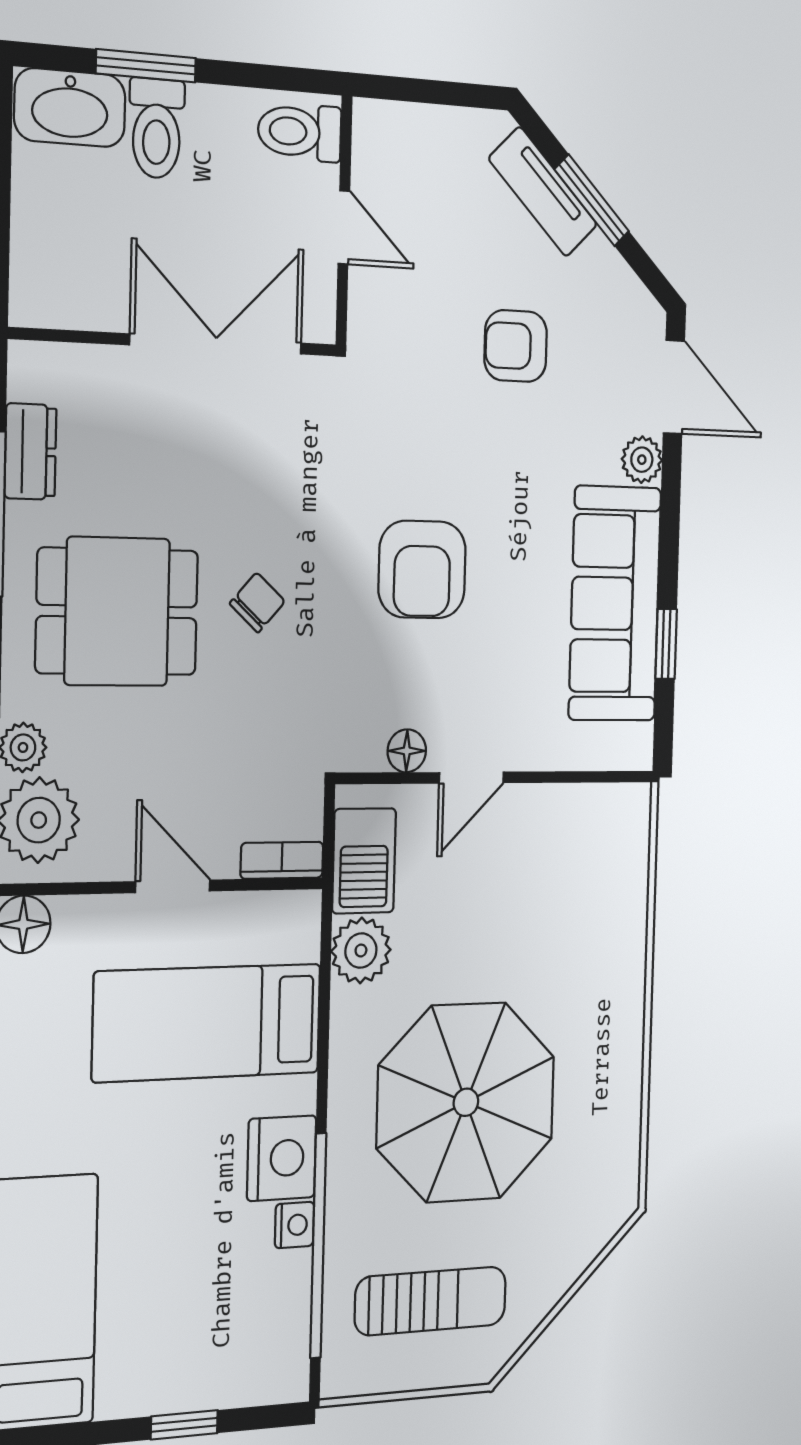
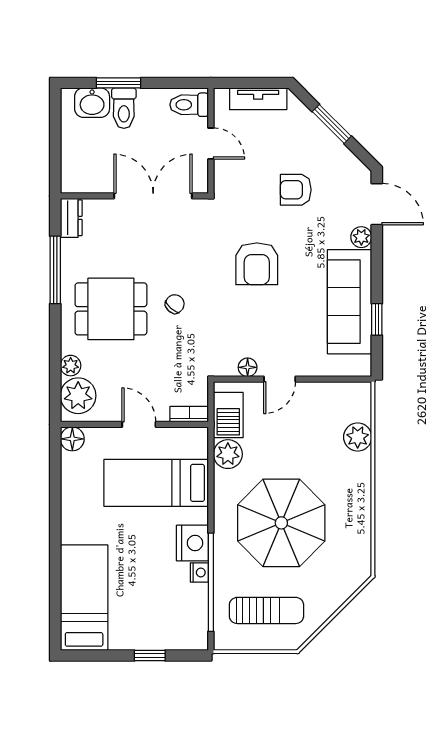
washbasin: (70, 108) -> (92, 103), width x0.72
tv unit: (543, 192) -> (258, 99), moved, turned -45
dresser: (30, 452) -> (71, 218), moved
armchair: (422, 569) -> (257, 264), moved
plant: (622, 905) -> (358, 437), added

